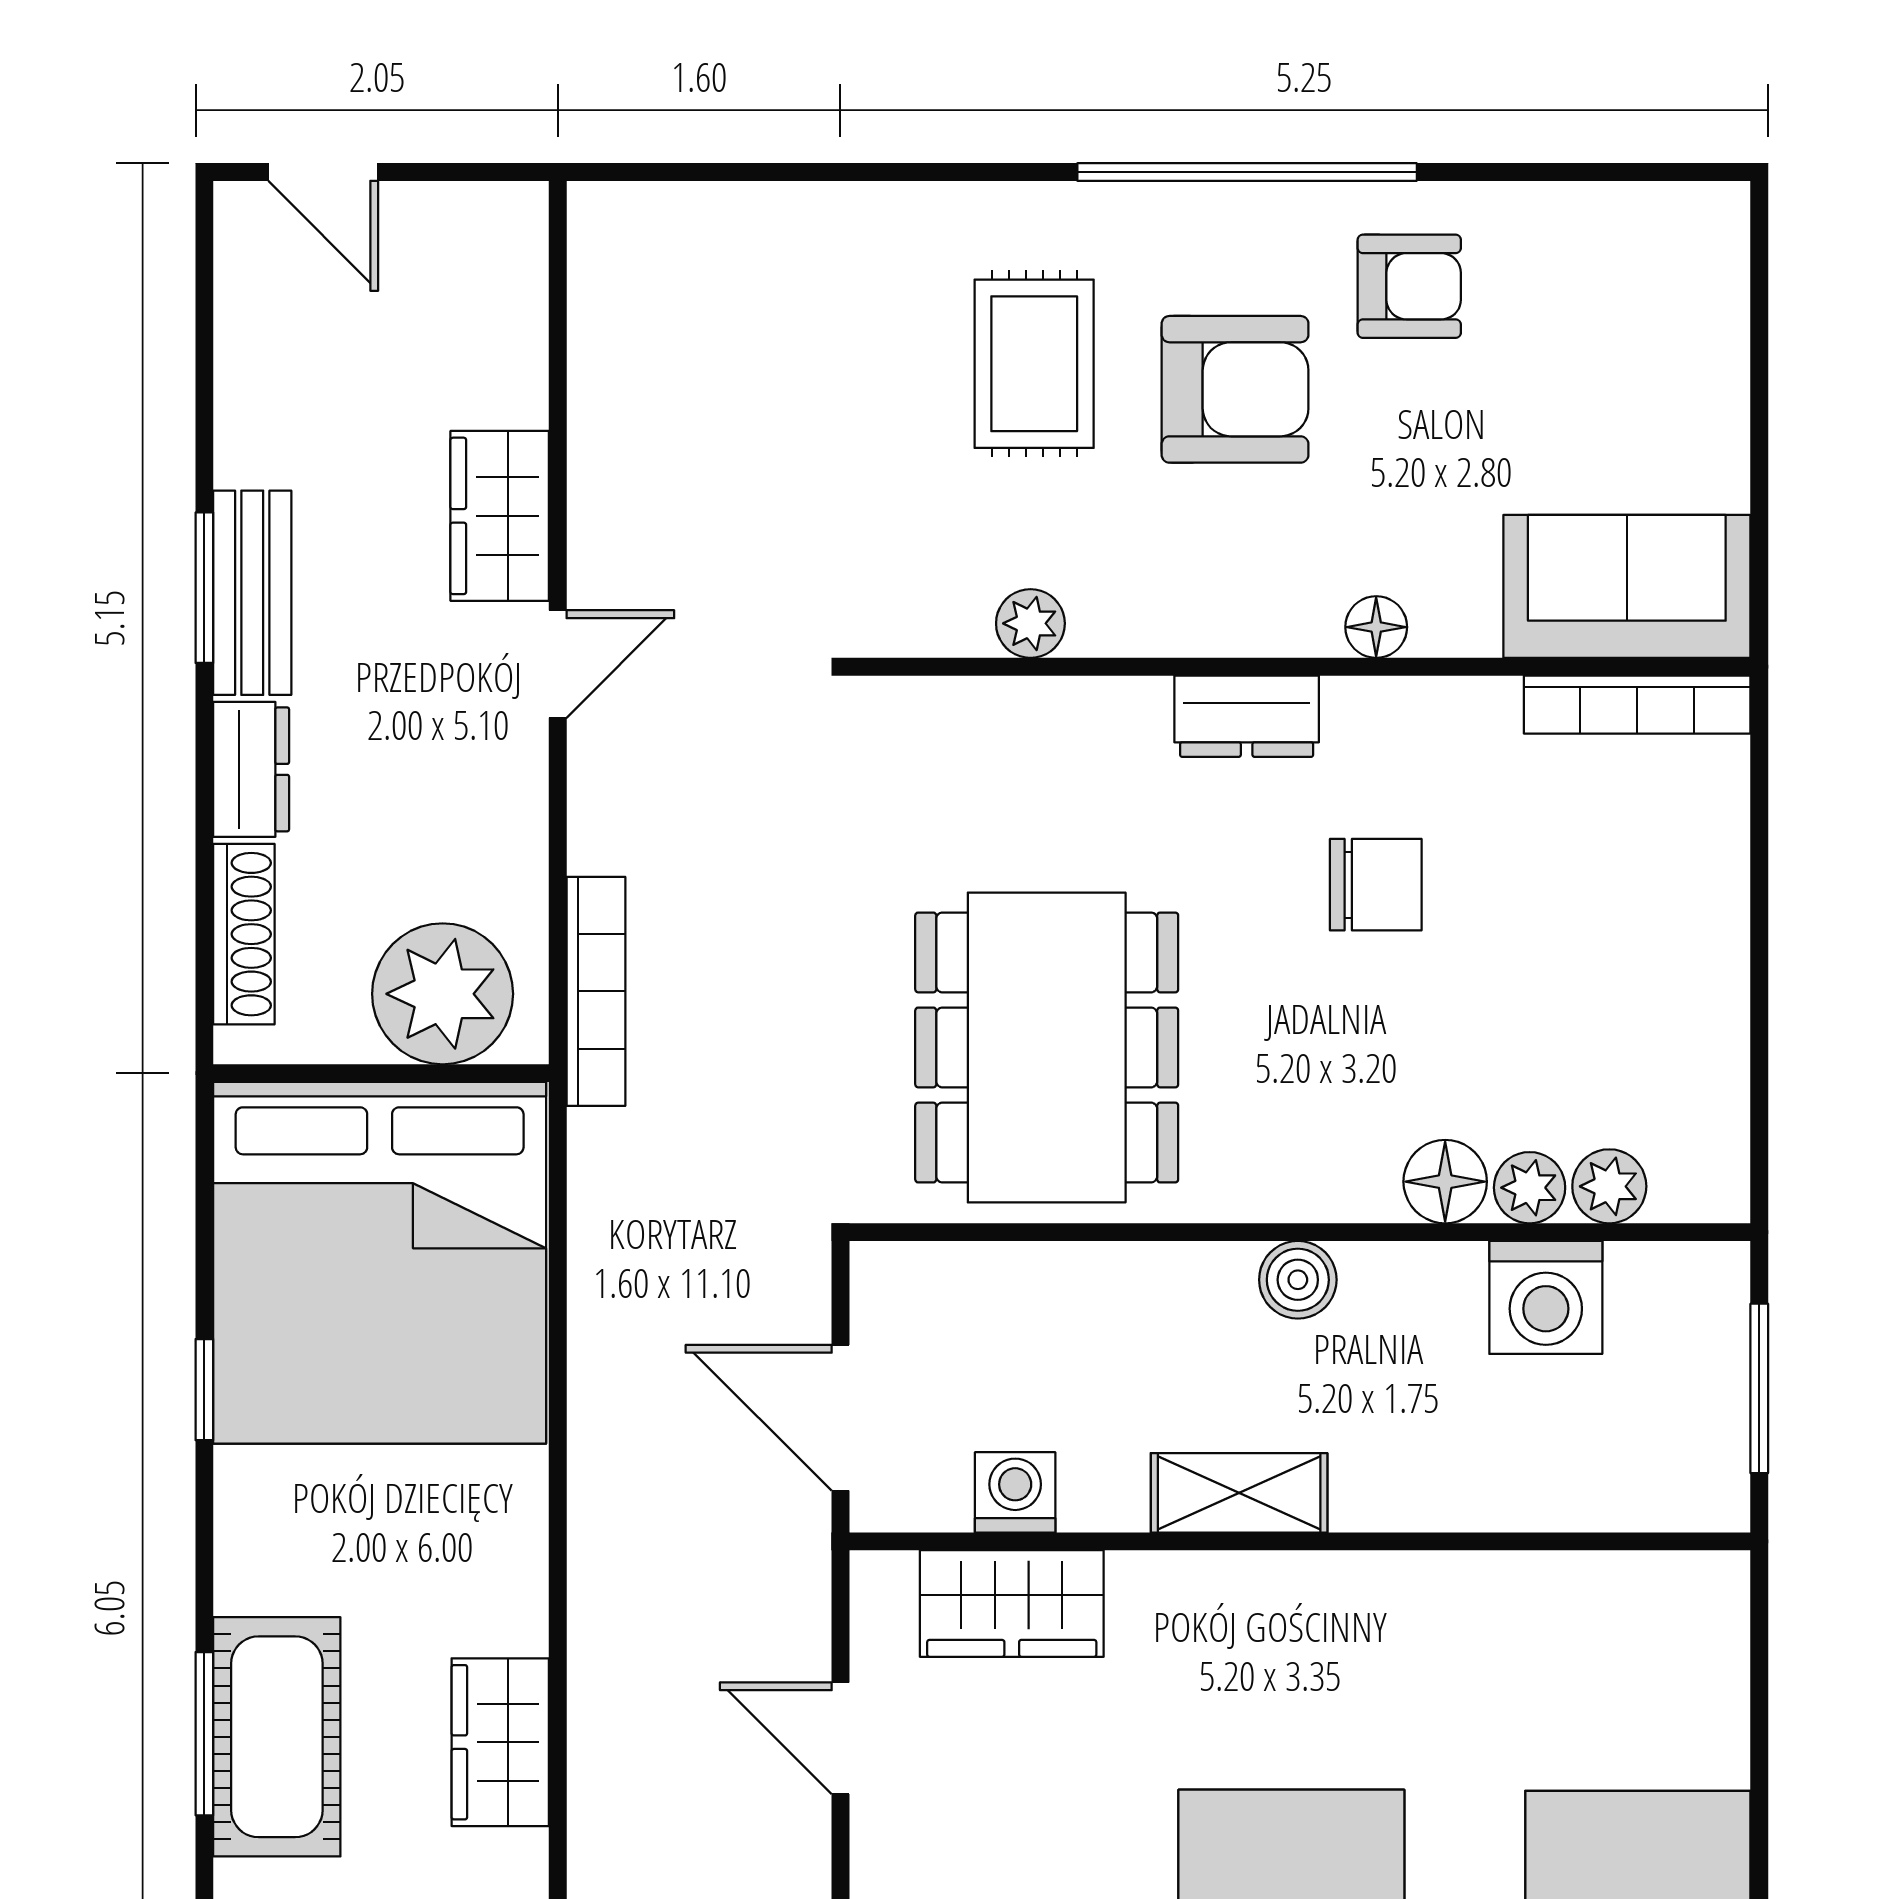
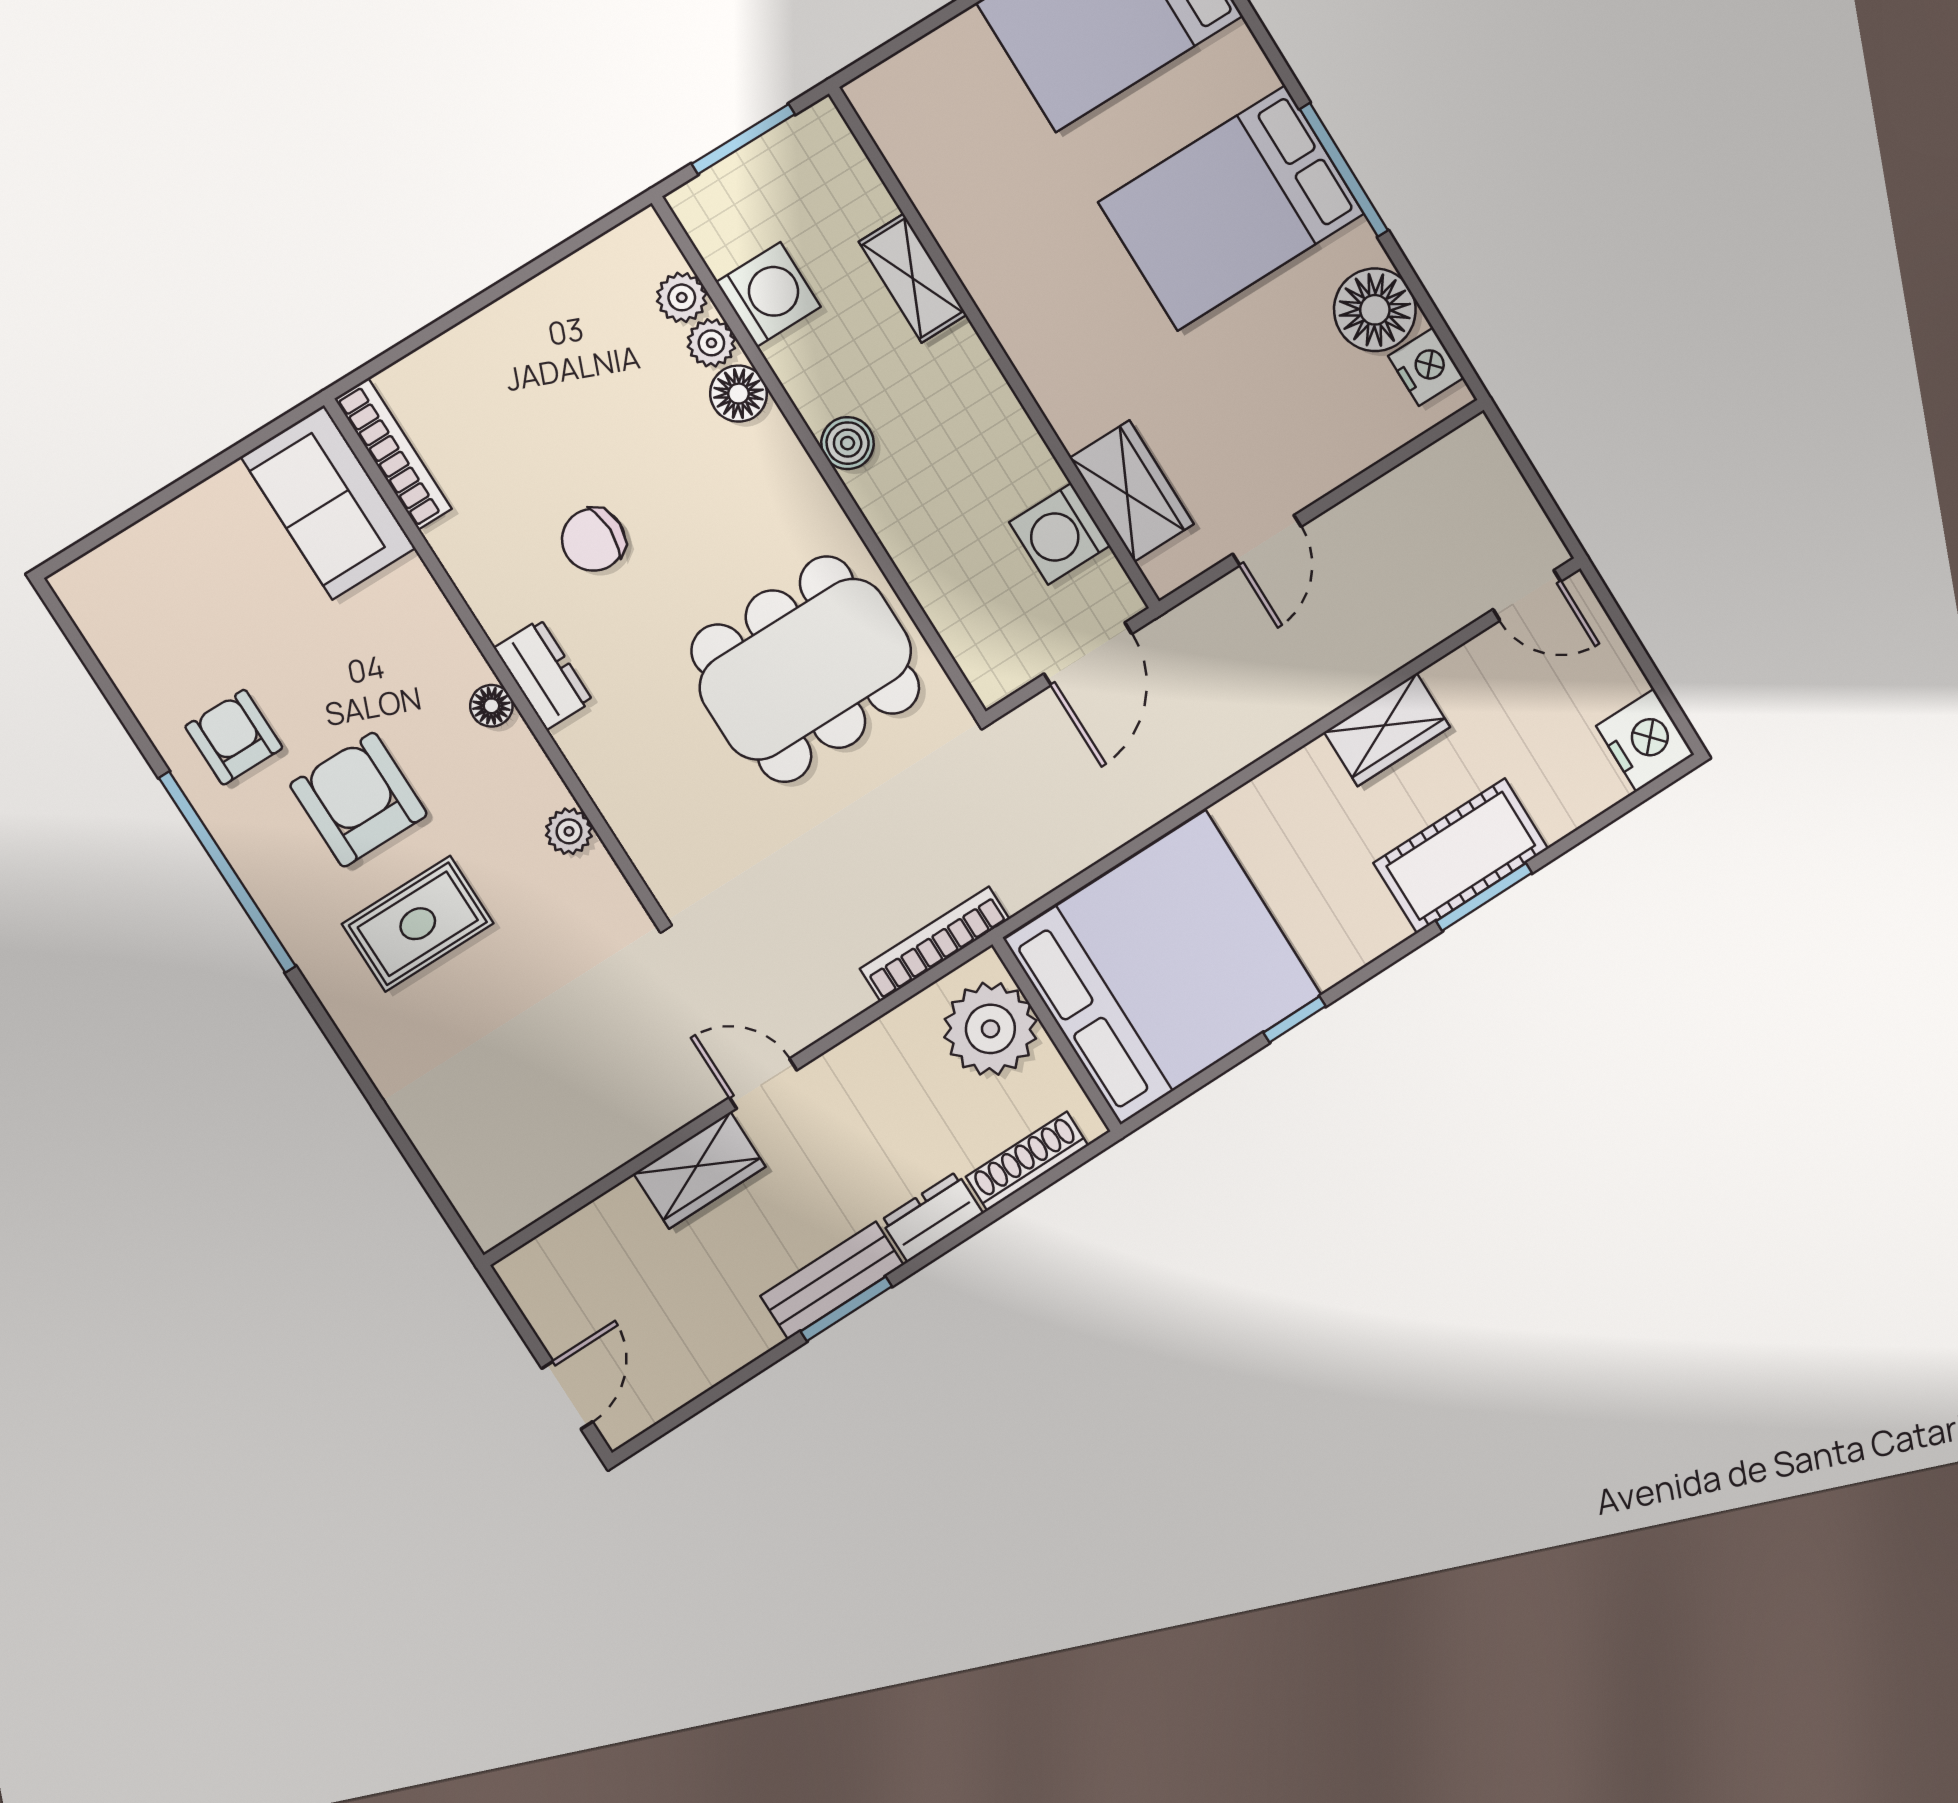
floor lamp: (1376, 627) -> (491, 706), moved
chair: (1376, 885) -> (593, 540), turned -90
washing machine: (1015, 1492) -> (1060, 534), width x1.38, depth x1.38
shelving: (1239, 1493) -> (913, 278), moved

